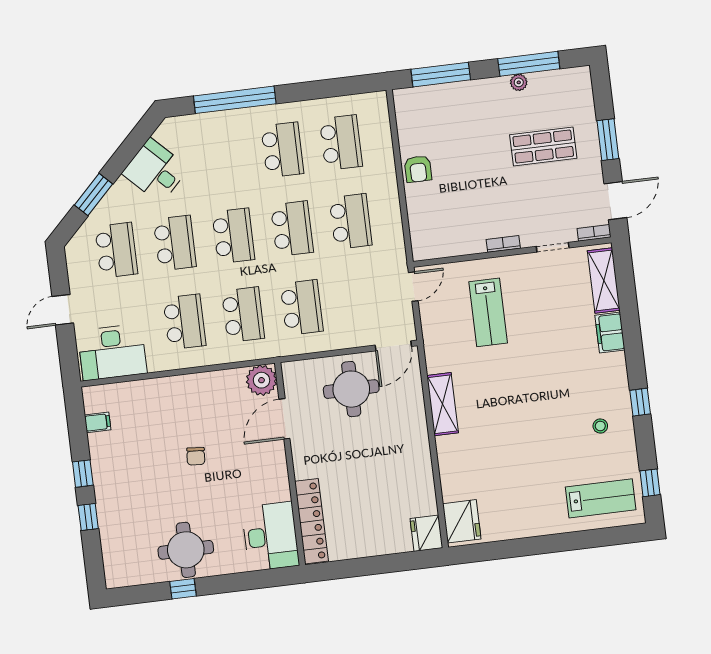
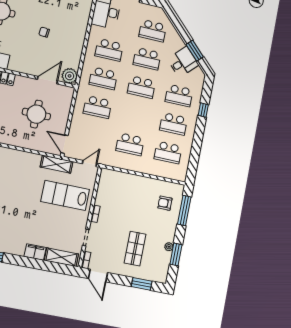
window: (529, 64) -> (176, 254), width x0.69
window: (235, 100) -> (203, 110), width x0.32
window: (608, 140) -> (142, 284), moved
armchair: (418, 169) -> (165, 203), moved
window: (94, 195) -> (195, 51), moved
school desk: (292, 229) -> (179, 96), moved
door: (413, 287) -> (90, 163), swing flipped
lab bench: (488, 312) -> (65, 195), width x1.36, depth x1.39
round table: (351, 389) -> (36, 114), moved
shelving: (443, 404) -> (57, 164), moved
door: (284, 419) -> (47, 80), hinge flipped

